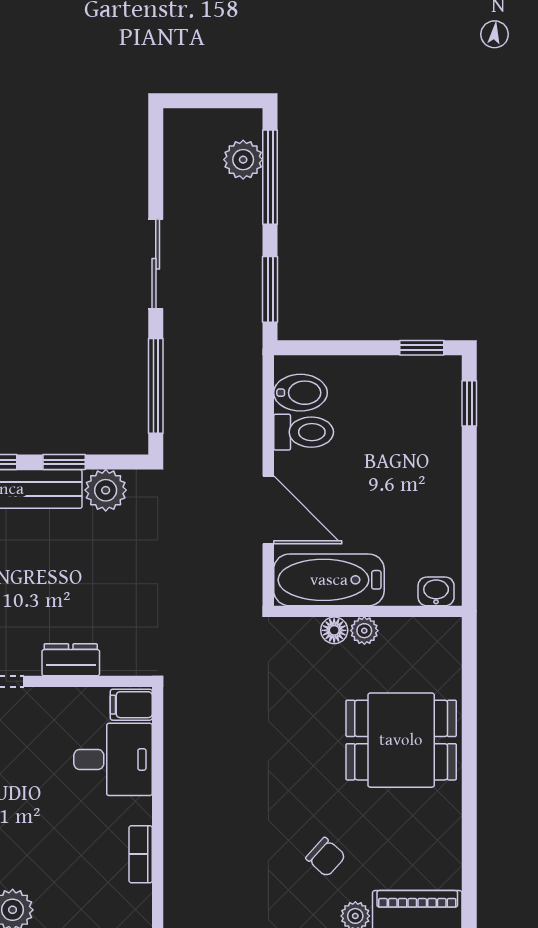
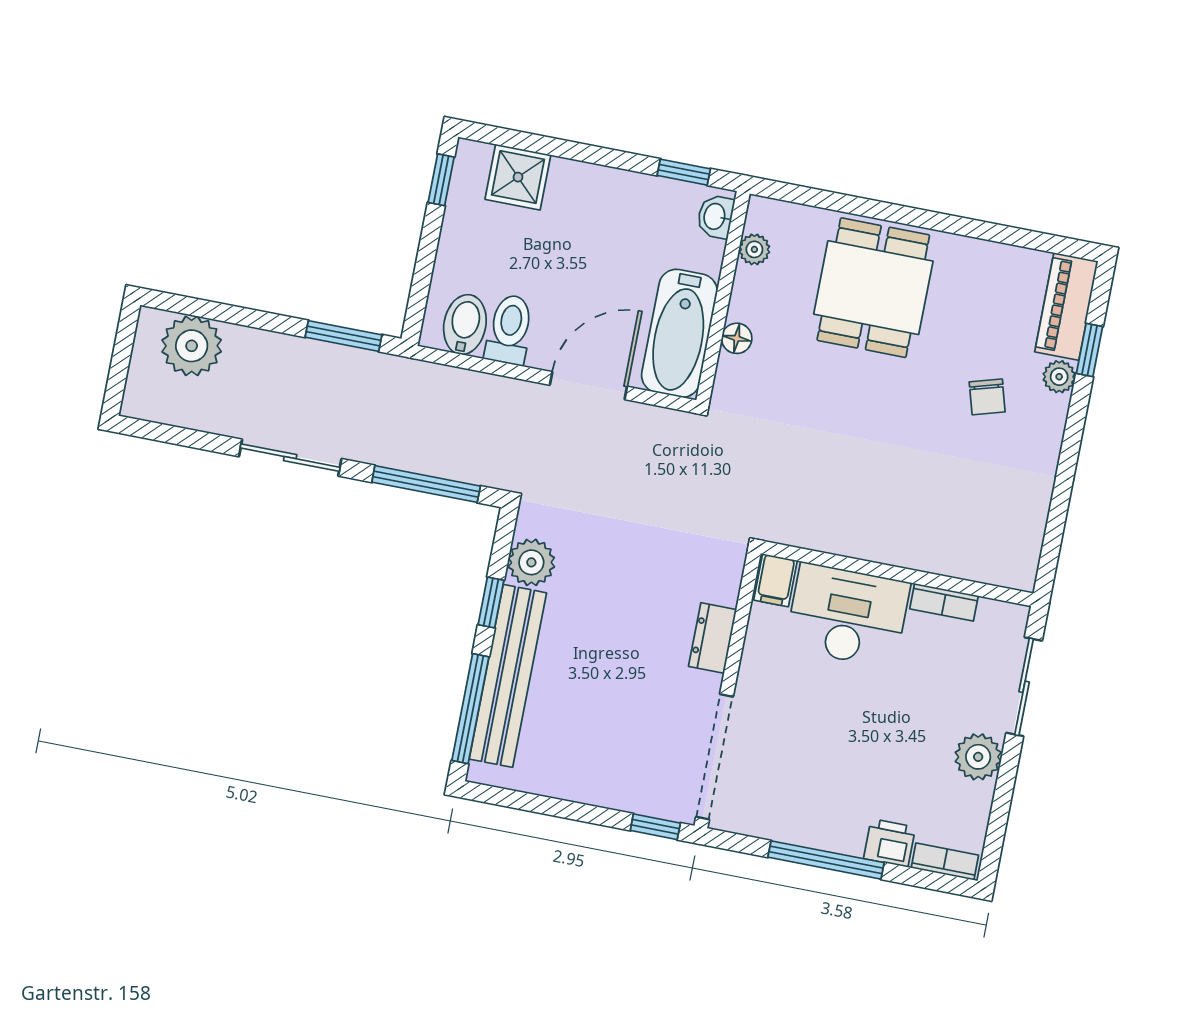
plant: (243, 160) -> (192, 346), width x1.36, depth x1.36
window: (270, 177) -> (219, 312), removed
window: (469, 403) -> (684, 172), moved
shower: (437, 414) -> (518, 177), added
plant: (364, 631) -> (754, 249), moved
desk: (113, 759) -> (848, 615), width x1.37
chair: (326, 857) -> (987, 397), turned 122

